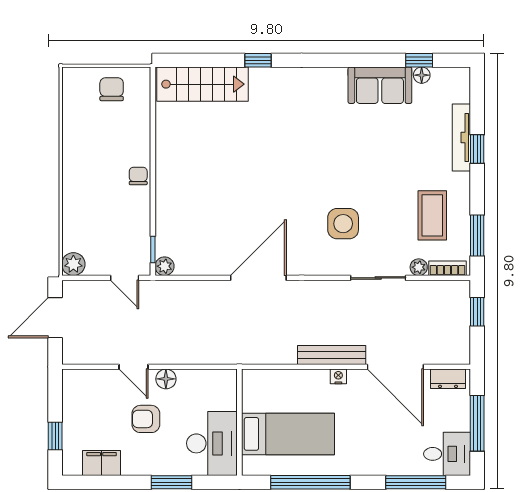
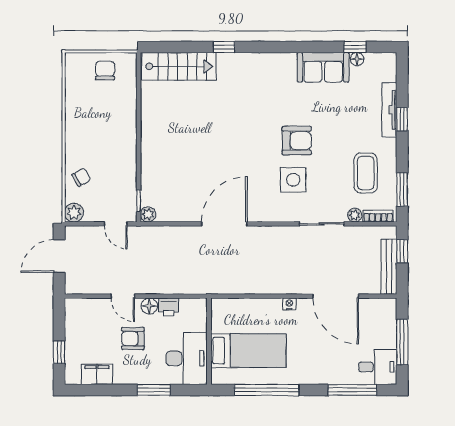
armchair: (347, 175) -> (297, 141), added
chair: (138, 176) -> (81, 177), moved, turned 60
bench: (332, 355) -> (389, 267), moved, turned 90
dresser: (448, 379) -> (378, 306), removed
printer: (190, 380) -> (169, 307), added

